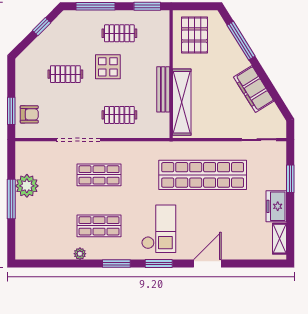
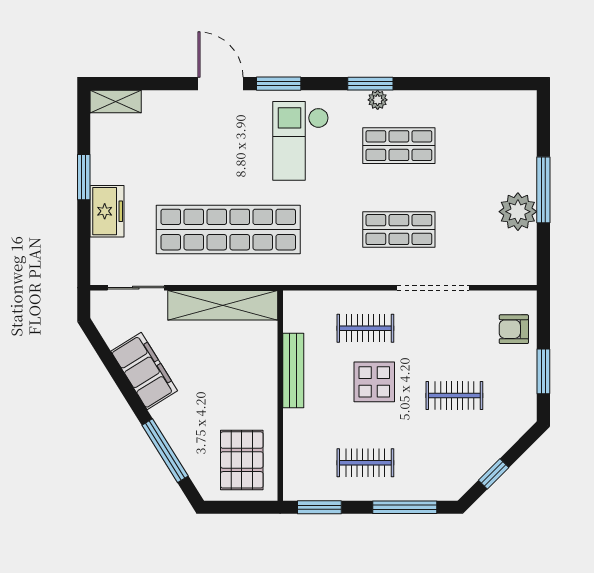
display table: (108, 67) -> (374, 382), moved
shelving: (182, 102) -> (223, 305), moved, turned 90
window: (11, 111) -> (543, 371), moved
window: (290, 179) -> (84, 177), moved
freezer: (276, 206) -> (107, 211), moved
shelving: (279, 239) -> (116, 101), moved, turned 90
plant: (80, 254) -> (378, 100), moved
window: (159, 264) -> (279, 84), moved
door: (207, 264) -> (221, 84), swing flipped

